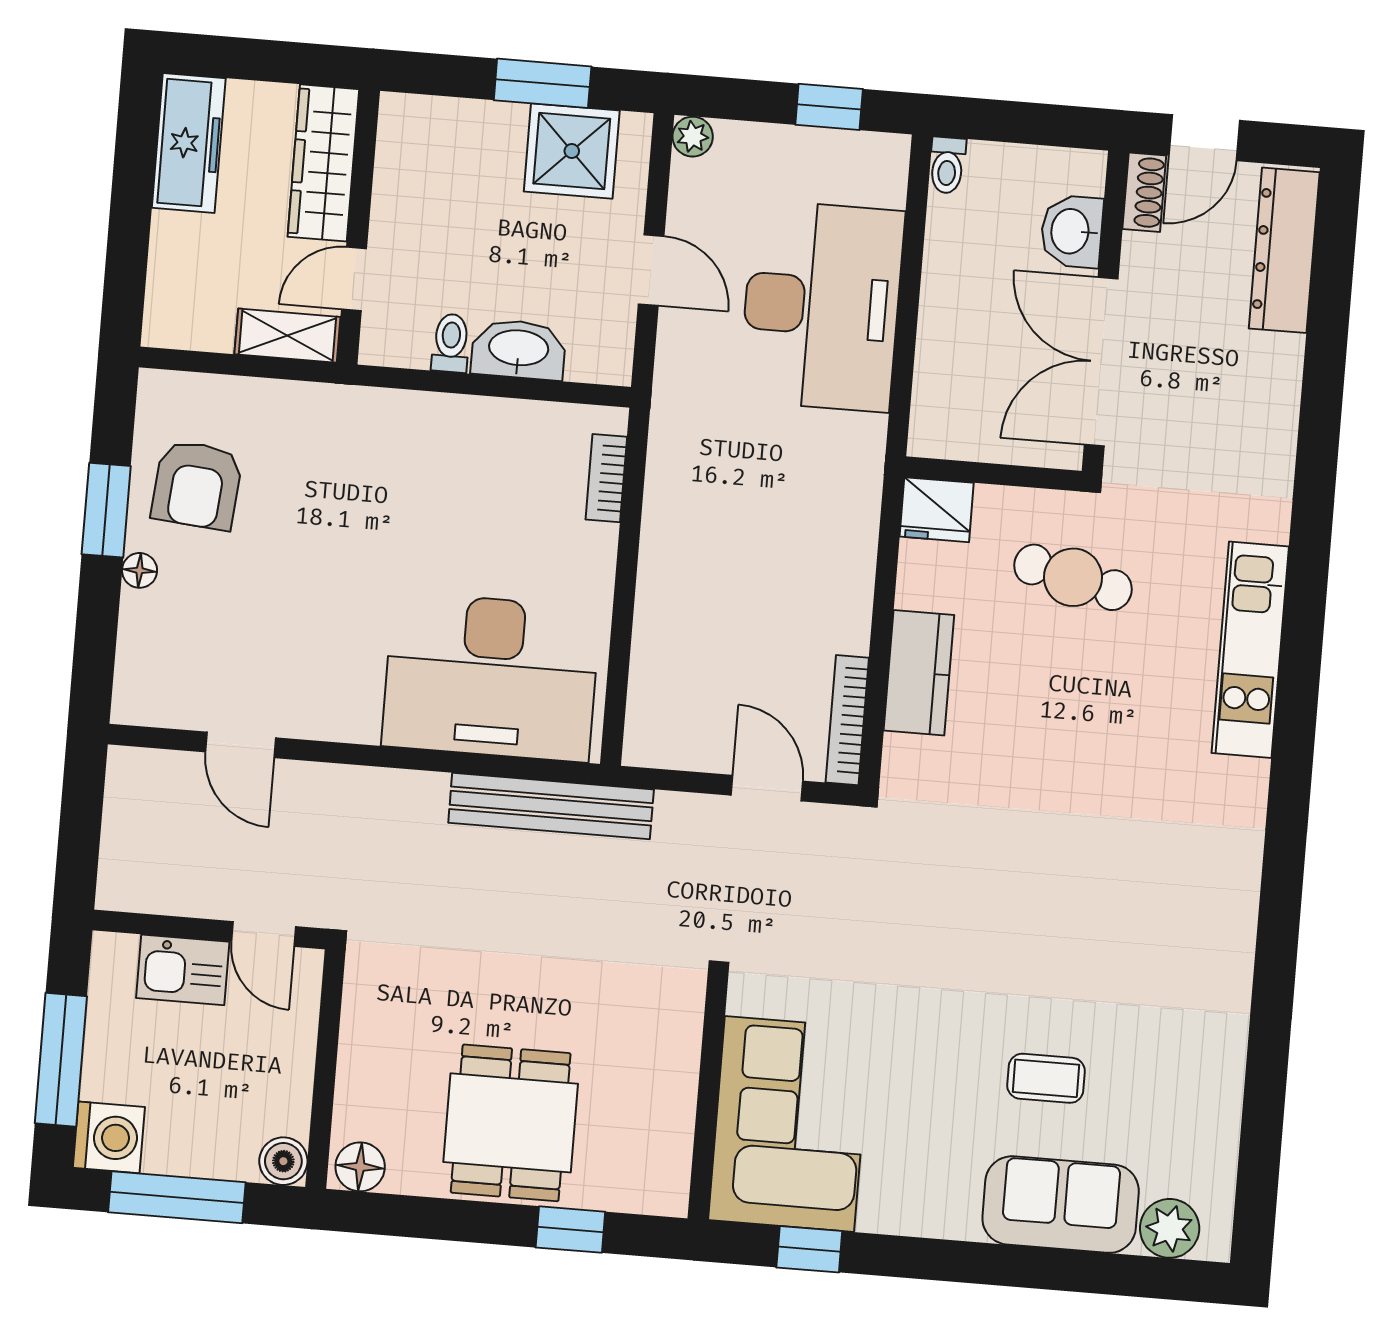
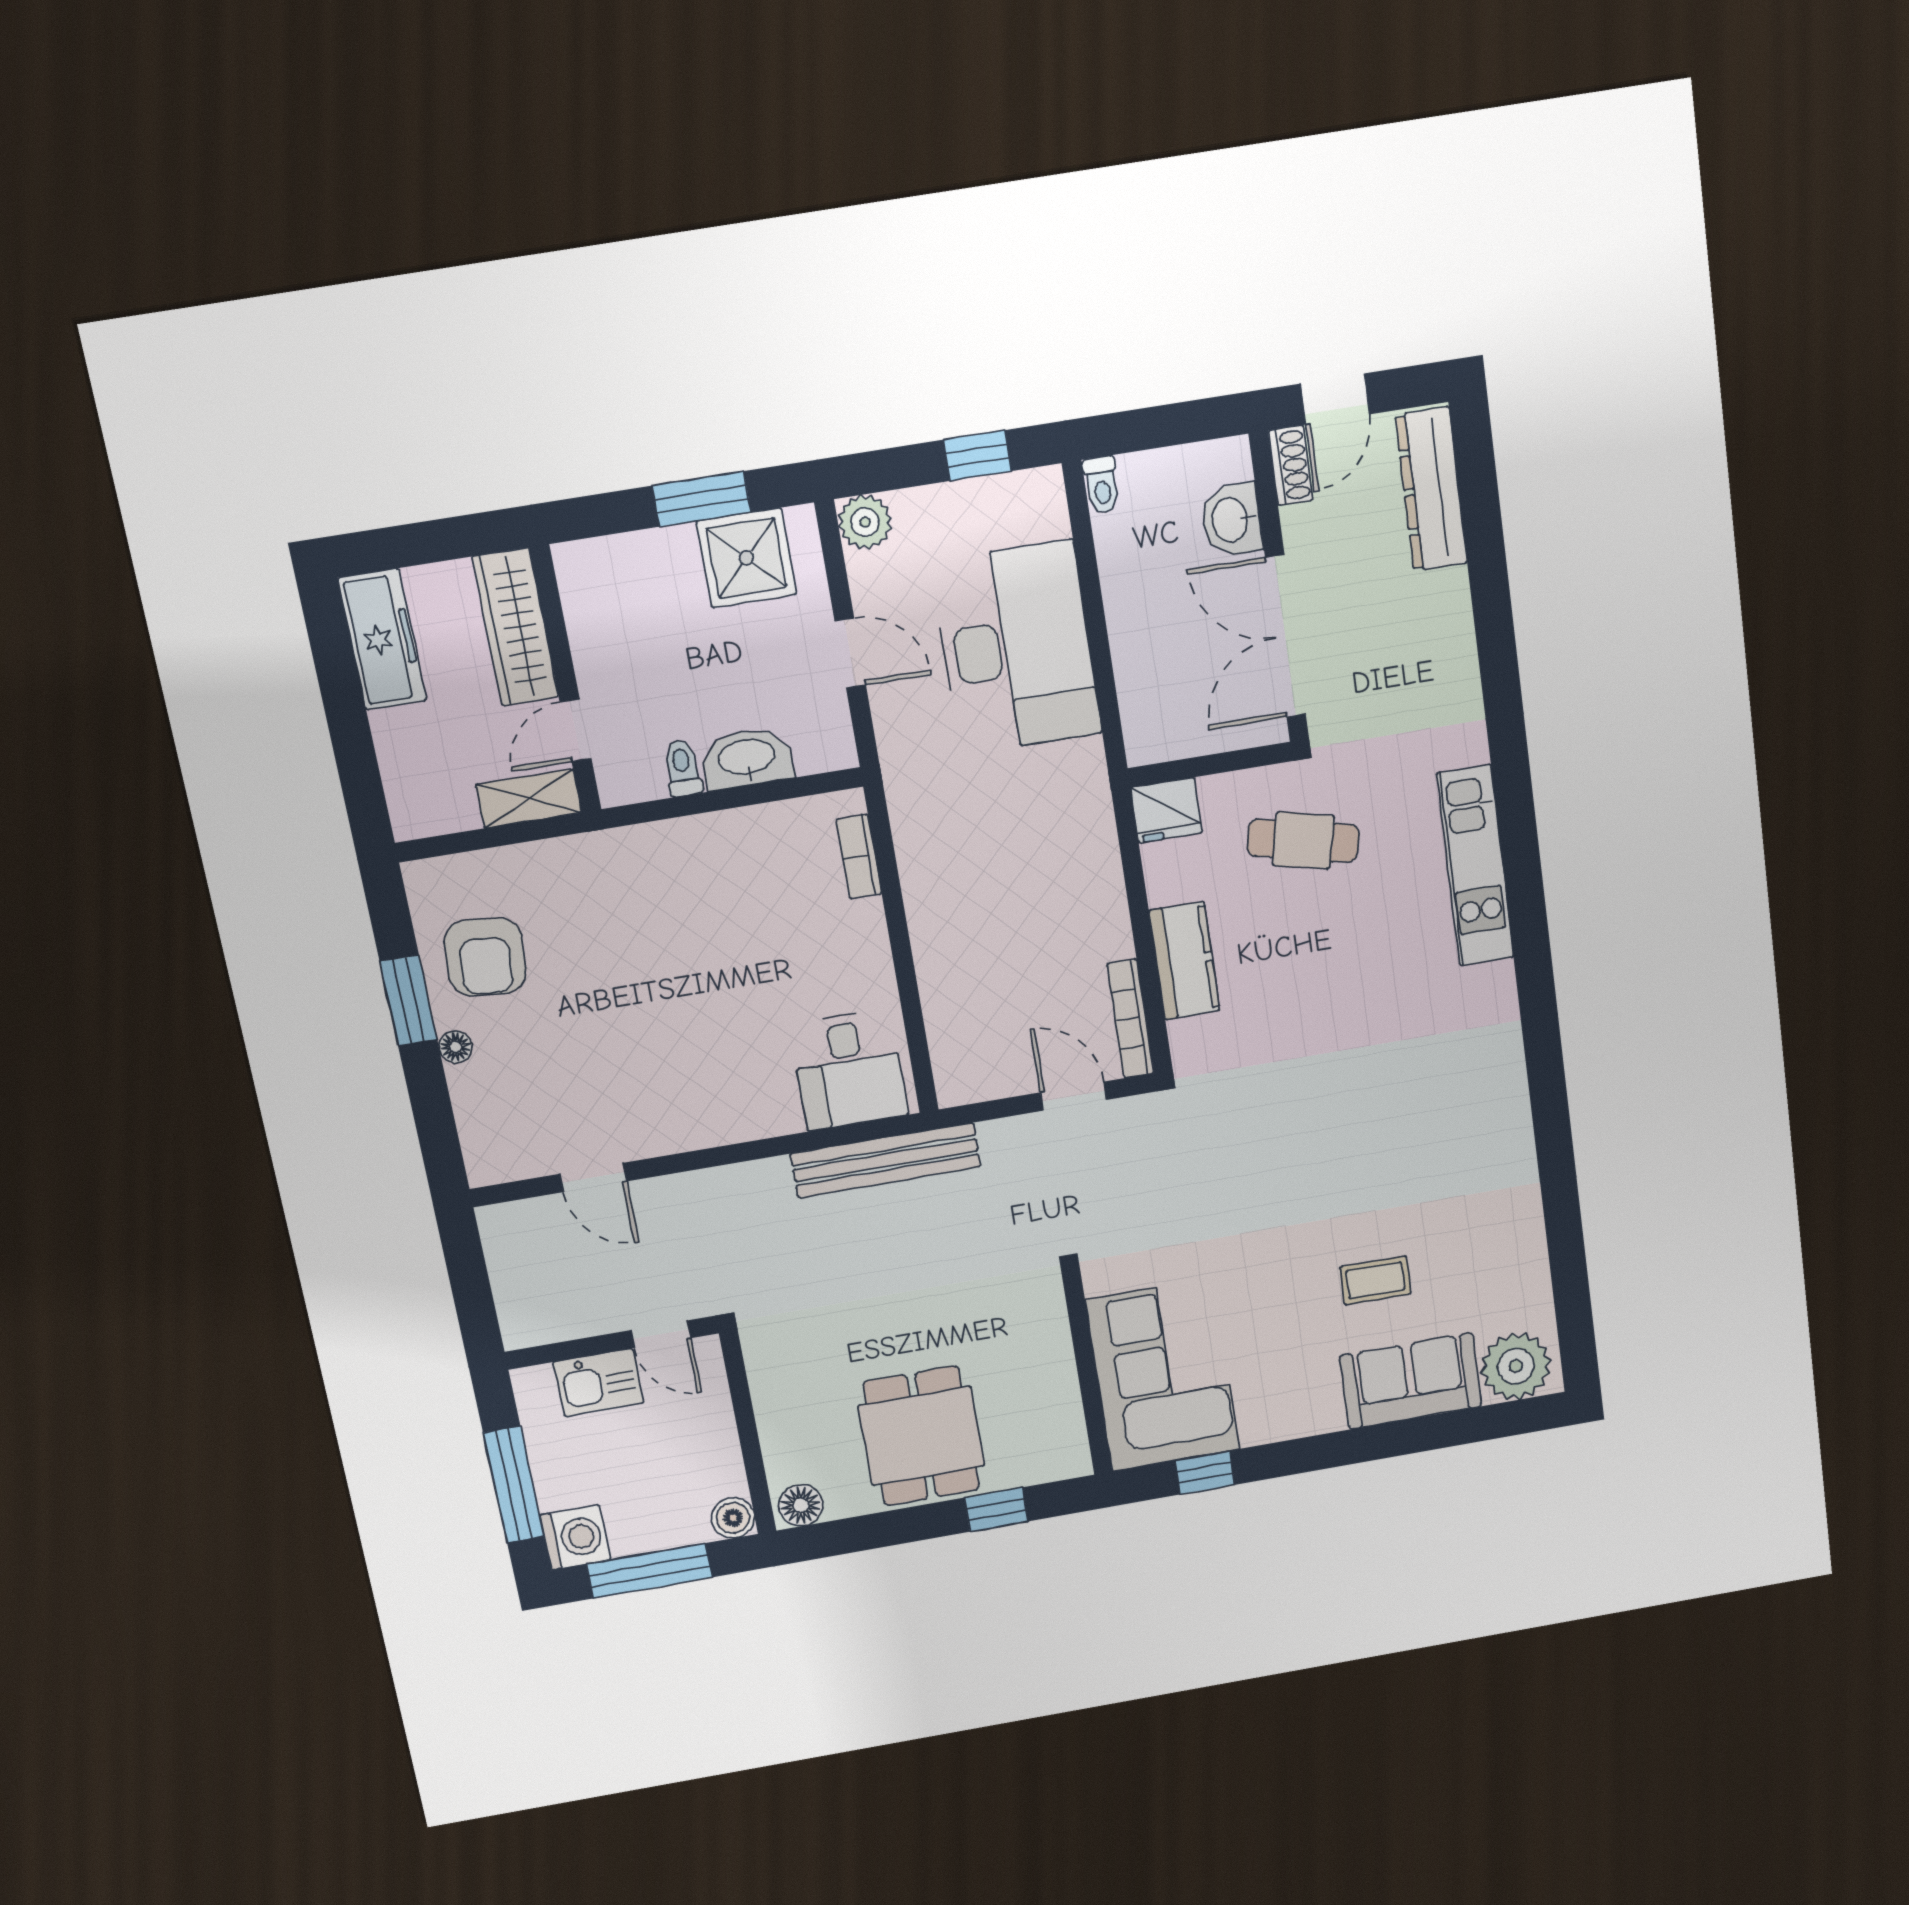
plant: (693, 137) -> (865, 522), width x1.38, depth x1.38
desk: (491, 677) -> (849, 1070), width x0.53, depth x0.77
plant: (1170, 1228) -> (1516, 1366), width x1.36, depth x1.36

